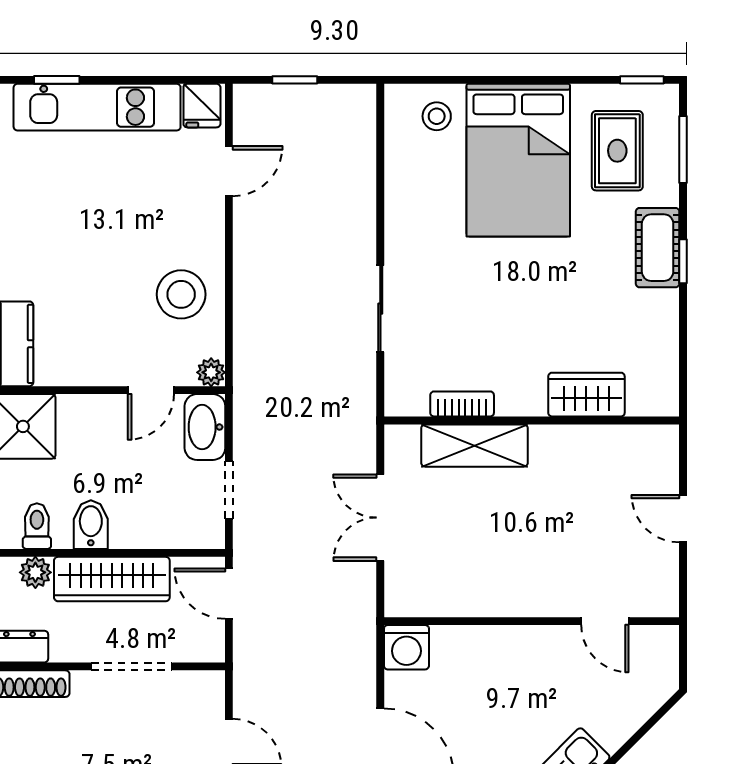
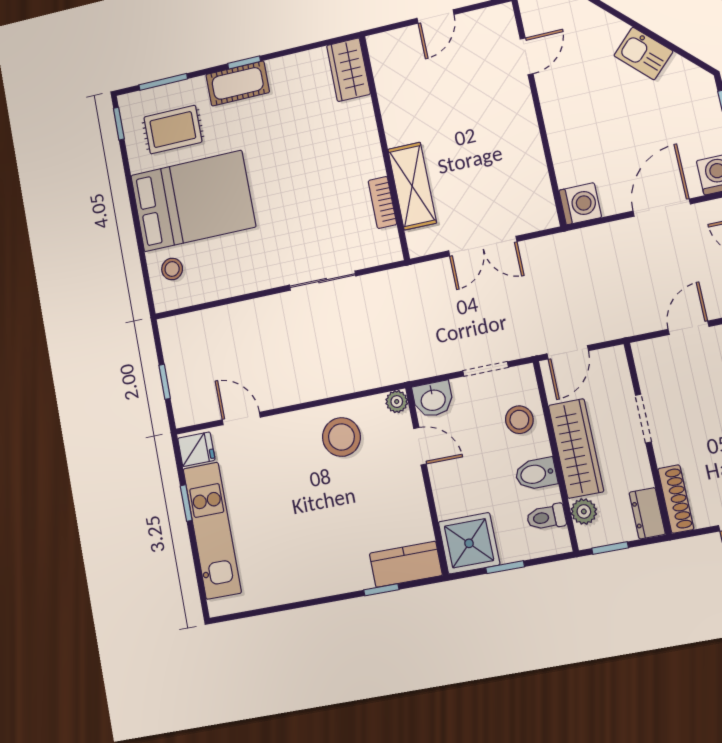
window: (57, 80) -> (186, 503), moved
wardrobe: (586, 395) -> (348, 70), moved
washbasin: (205, 427) -> (433, 399), width x0.72
stool: (159, 518) -> (519, 420), added
doorway: (132, 666) -> (643, 419), width x0.73

